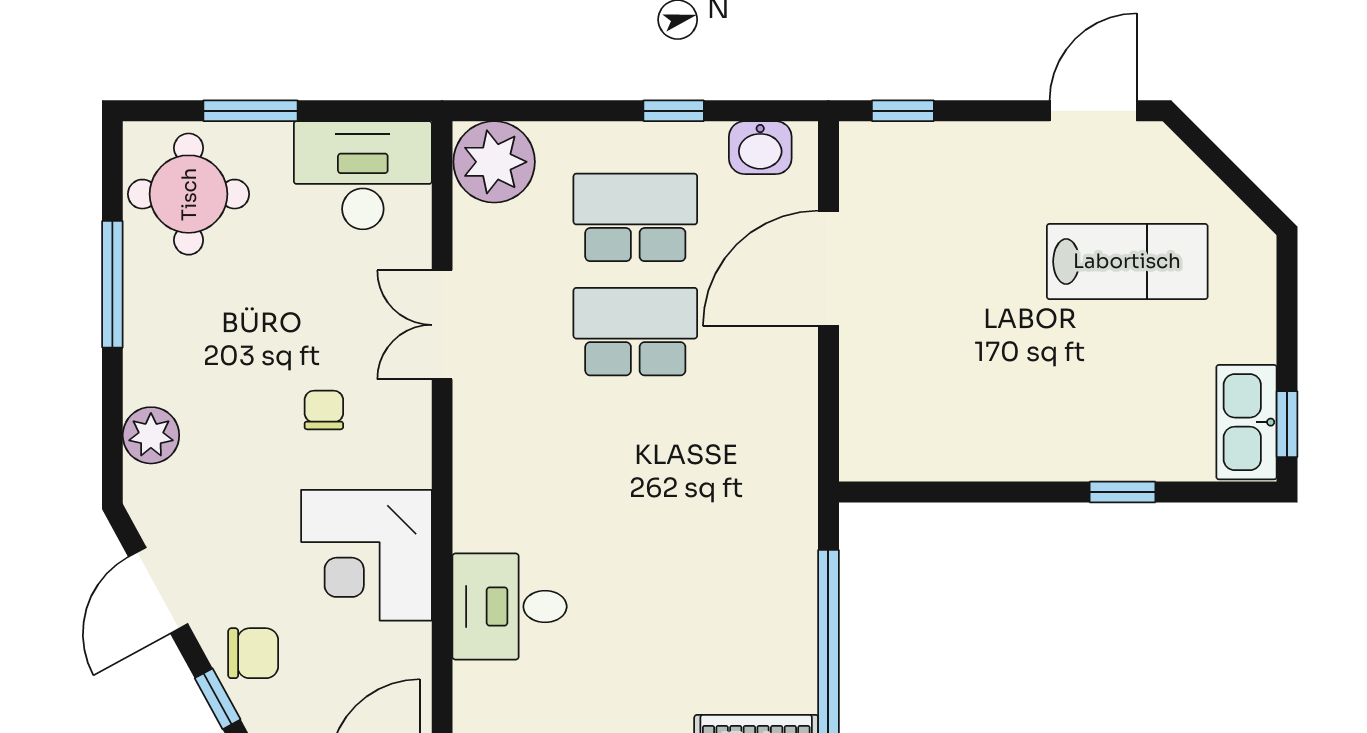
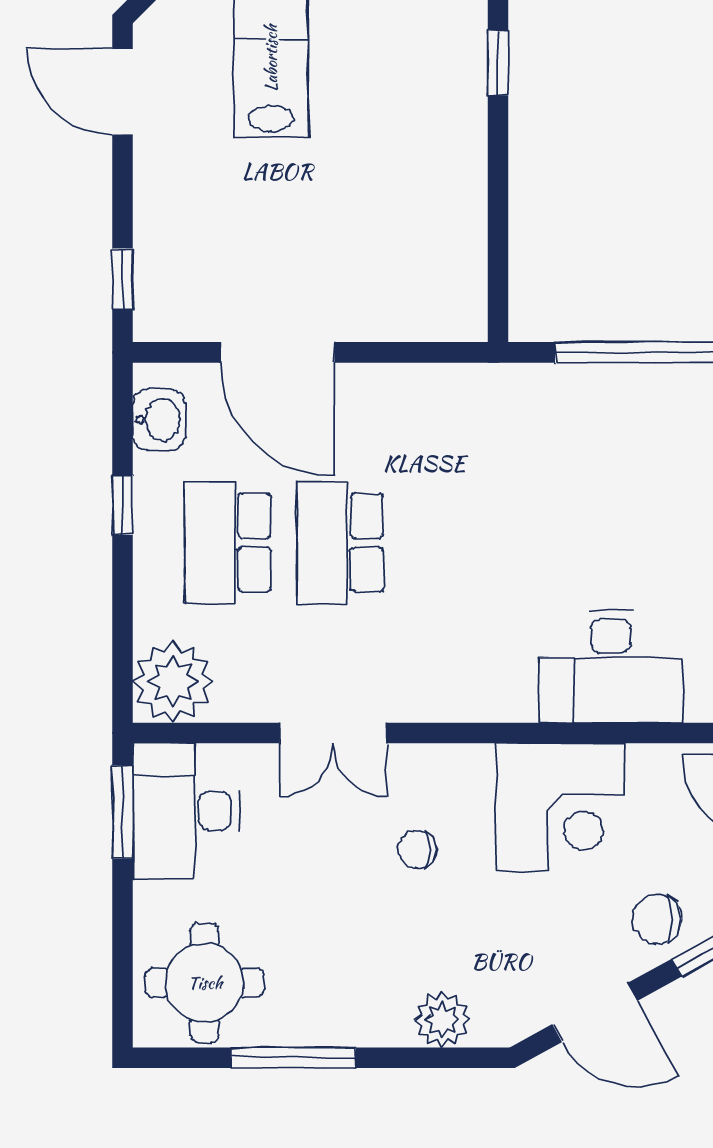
window: (250, 111) -> (123, 812), moved
desk: (510, 607) -> (611, 666), width x1.37
chair: (253, 653) -> (657, 919), turned -90

